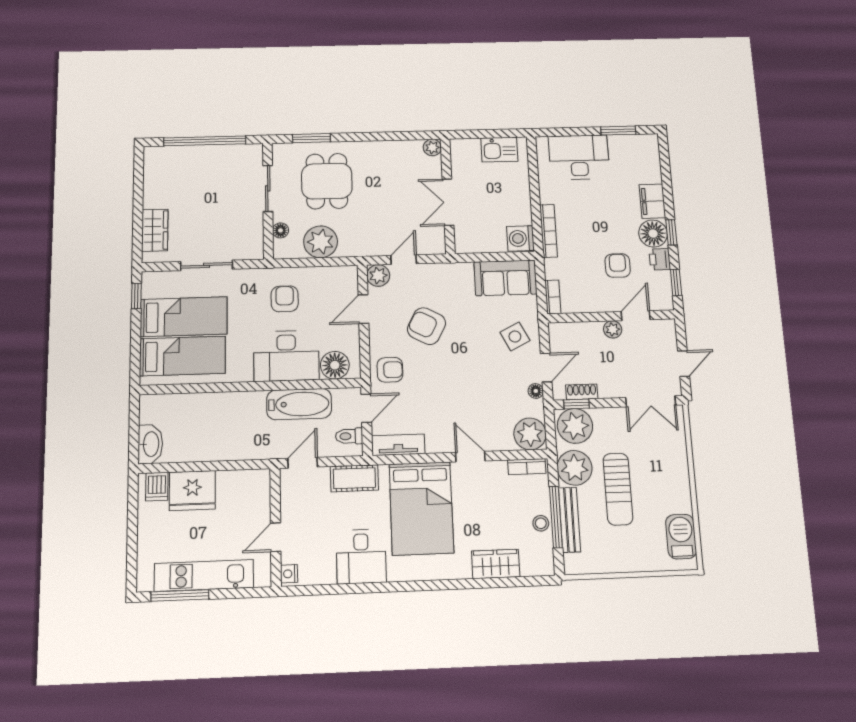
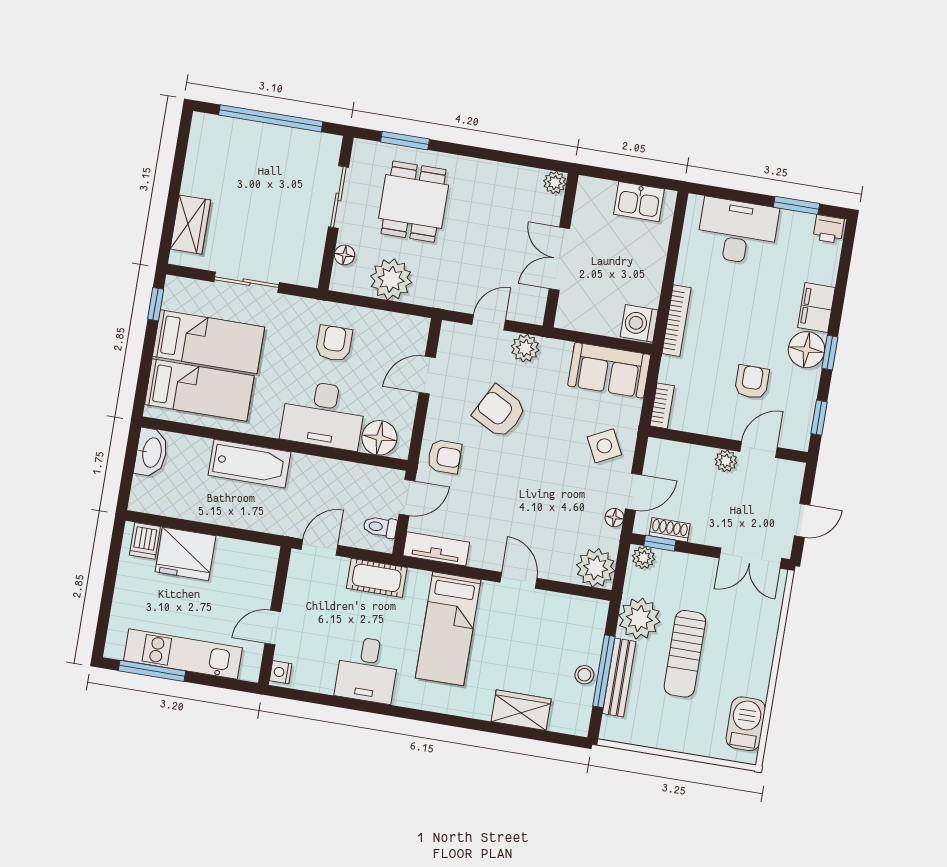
printer: (660, 259) -> (829, 229), moved, turned -90
plant: (378, 275) -> (525, 348), moved
bathtub: (299, 404) -> (250, 464), moved
plant: (575, 426) -> (644, 558), width x0.53, depth x0.53
washbasin: (150, 444) -> (151, 452), moved
bookcase: (527, 467) -> (583, 606), removed
bed: (421, 508) -> (448, 629), width x0.67

